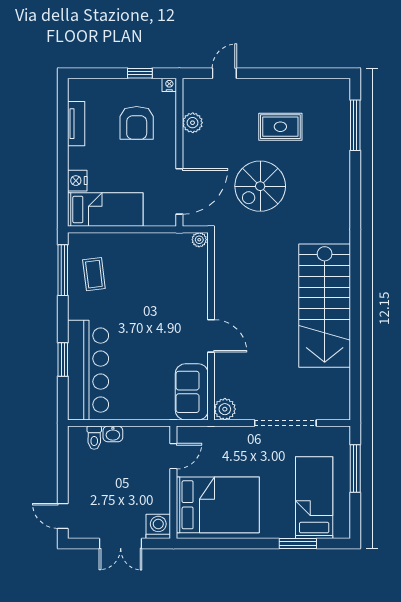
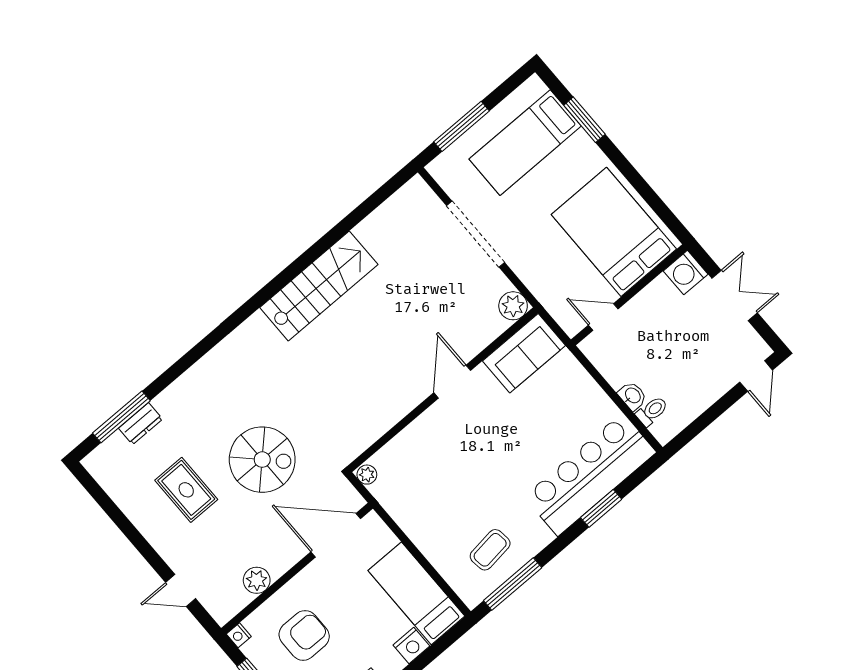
dresser: (342, 133) -> (141, 424), added
stairs: (325, 306) -> (319, 286), width x0.73, depth x0.66

